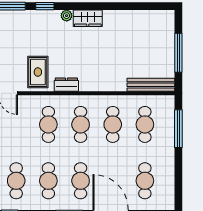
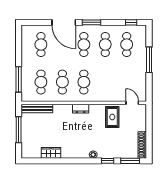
wardrobe: (88, 18) -> (51, 153), moved
dresser: (66, 85) -> (81, 109), moved
cafe table: (48, 124) -> (105, 82), removed

